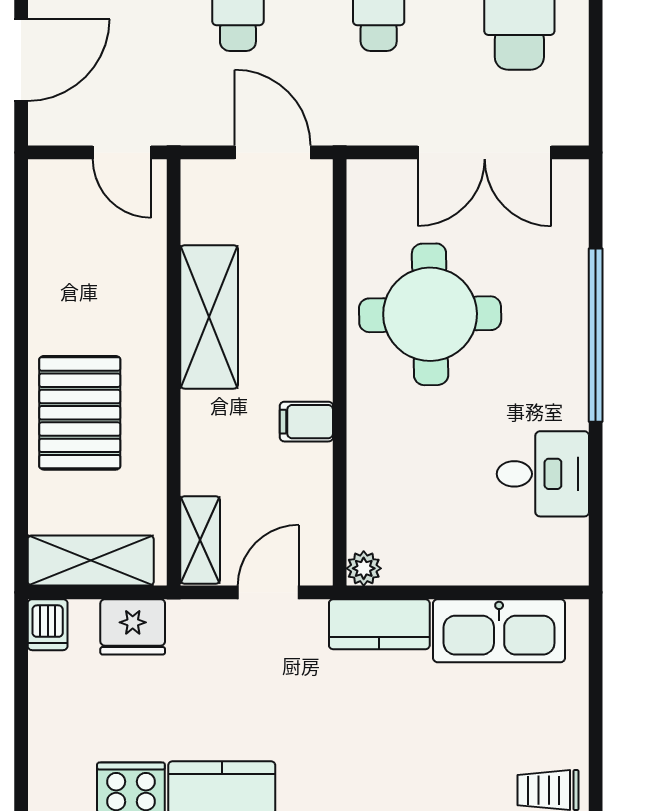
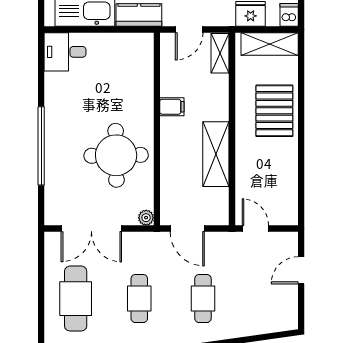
door: (21, 60) -> (301, 270), width x0.73
double door: (485, 152) -> (91, 229), swing flipped
desk: (543, 474) -> (65, 52), moved
plant: (364, 568) -> (146, 218), moved

